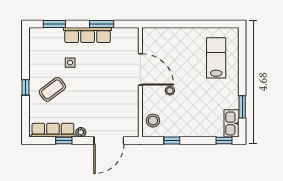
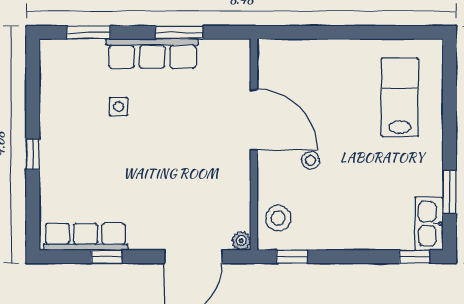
coffee table: (52, 89) -> (84, 158), removed
plant: (81, 132) -> (241, 241), moved
window: (172, 141) -> (292, 257), moved

